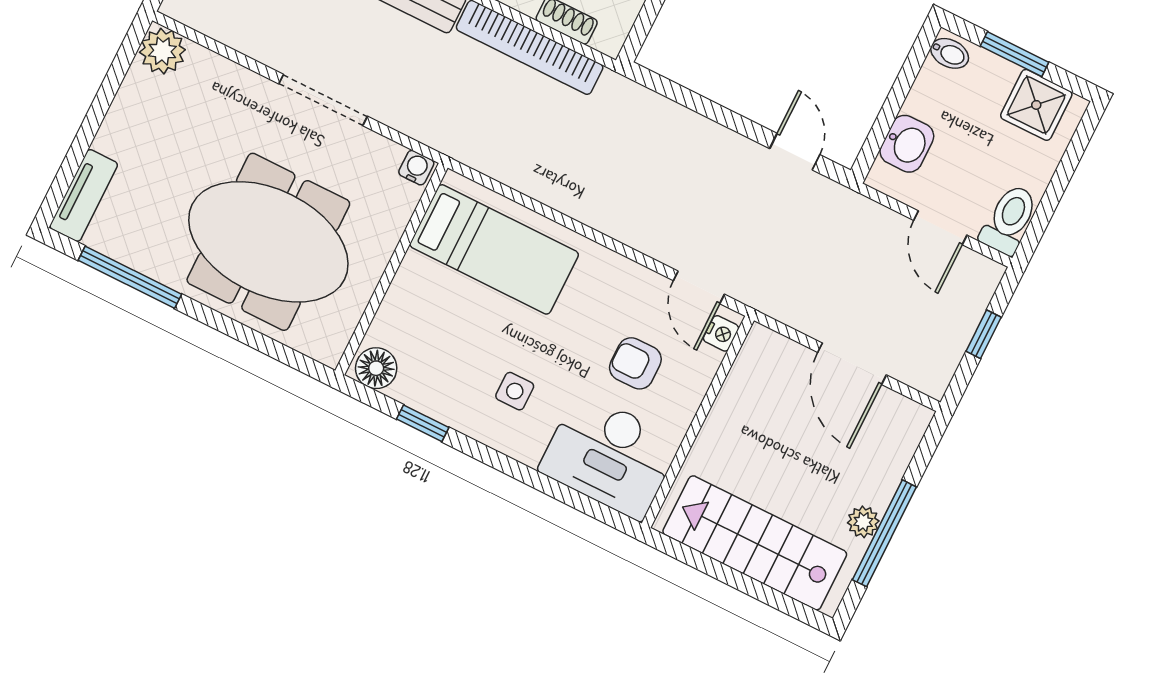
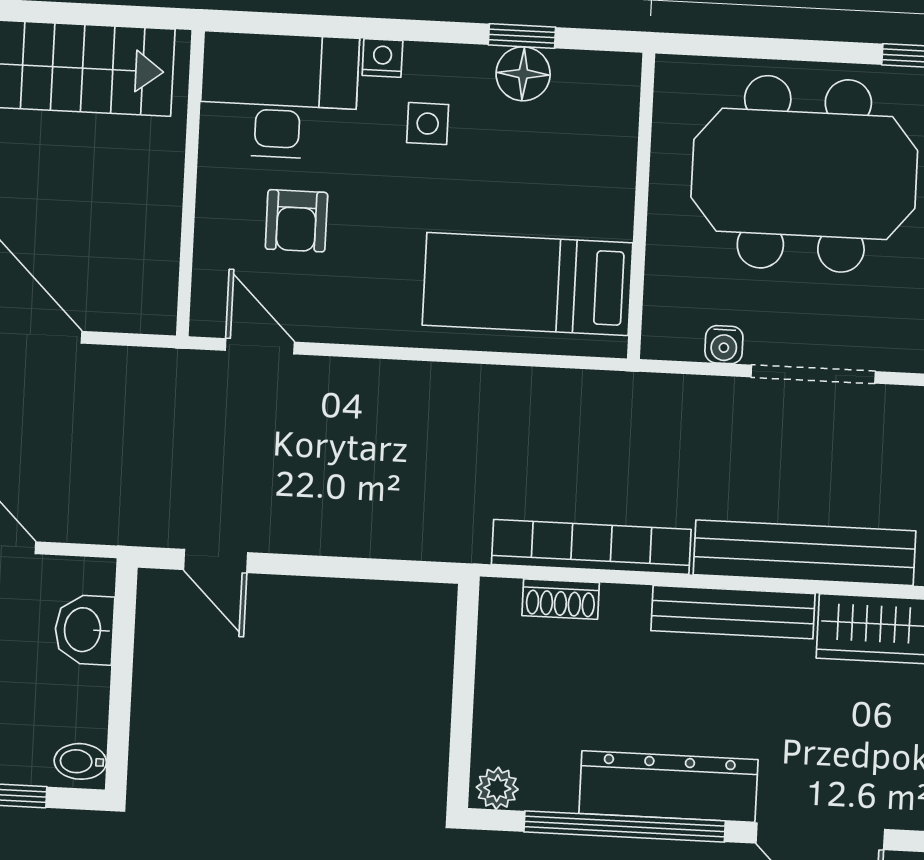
water cooler: (416, 168) -> (724, 345), moved
nightstand: (721, 333) -> (382, 58), moved, turned 90
armchair: (635, 363) -> (296, 221), turned 90
floor lamp: (376, 368) -> (523, 74), moved

